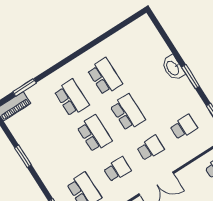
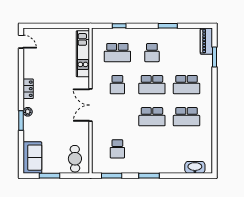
washbasin: (173, 68) -> (195, 167), moved
school desk: (150, 148) -> (152, 53), moved

